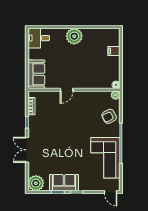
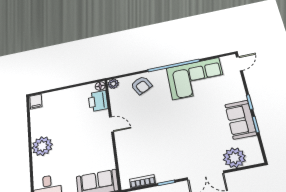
filing cabinet: (114, 51) -> (36, 101), moved
printer: (103, 82) -> (98, 101), added
door: (67, 90) -> (111, 124), moved
plant: (36, 183) -> (234, 158), moved

